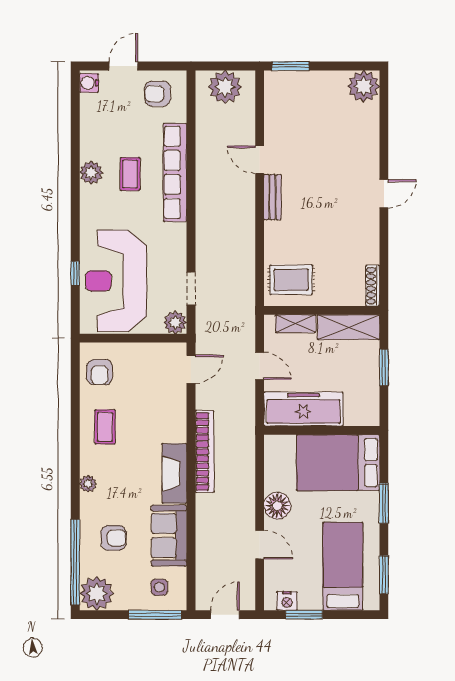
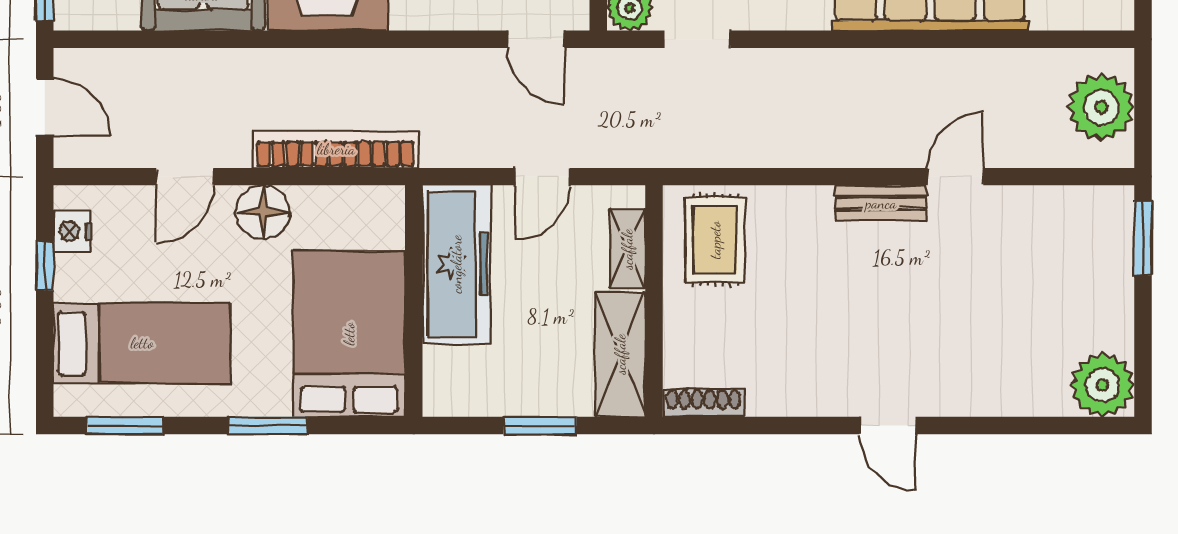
bookcase: (205, 452) -> (336, 149), moved, turned 180
window: (304, 615) -> (45, 266), width x0.67

